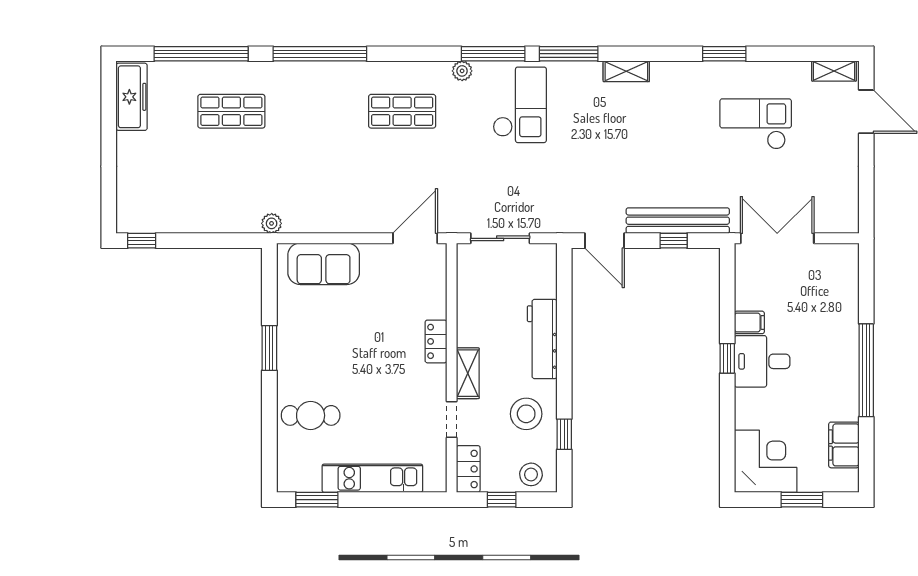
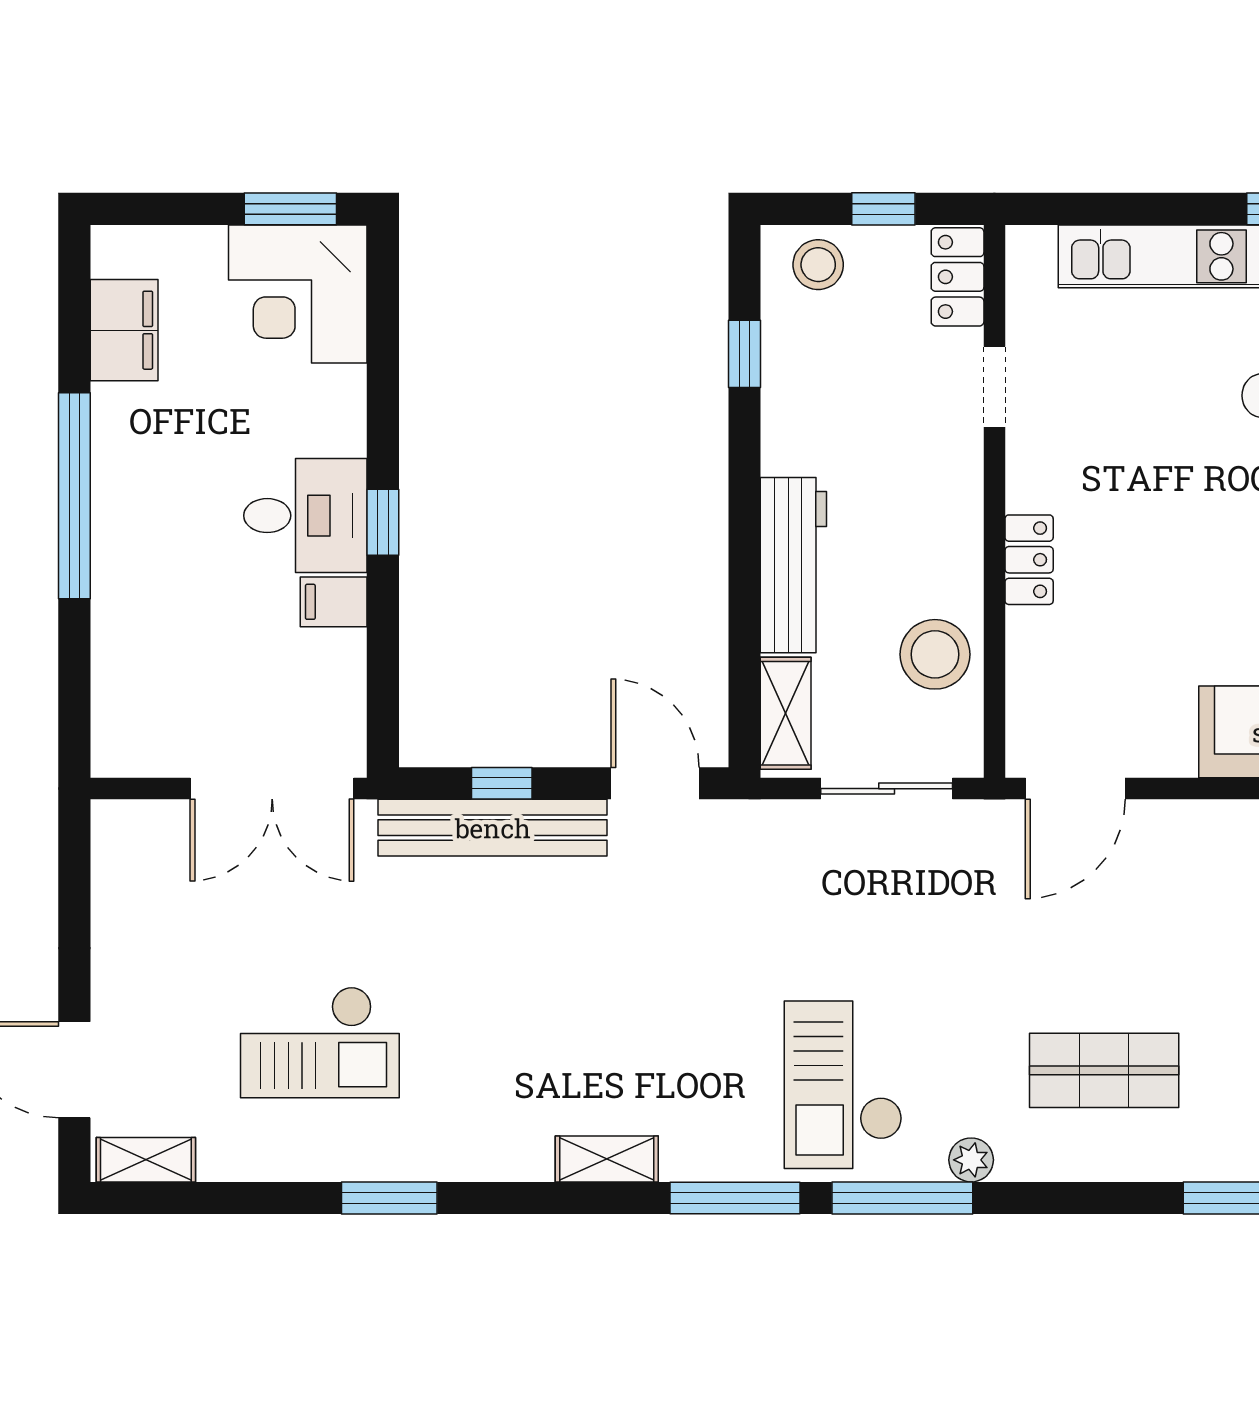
shelving: (468, 373) -> (786, 713), moved
stool: (526, 414) -> (935, 654), moved
window: (802, 500) -> (290, 209), moved

